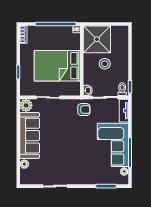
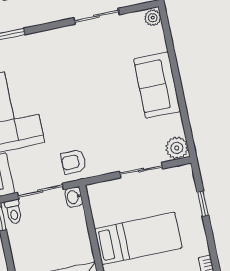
stool: (105, 64) -> (53, 250), removed
bed: (57, 66) -> (138, 238), width x0.67
sofa: (30, 136) -> (157, 85), width x0.73
plant: (24, 164) -> (153, 18), moved

